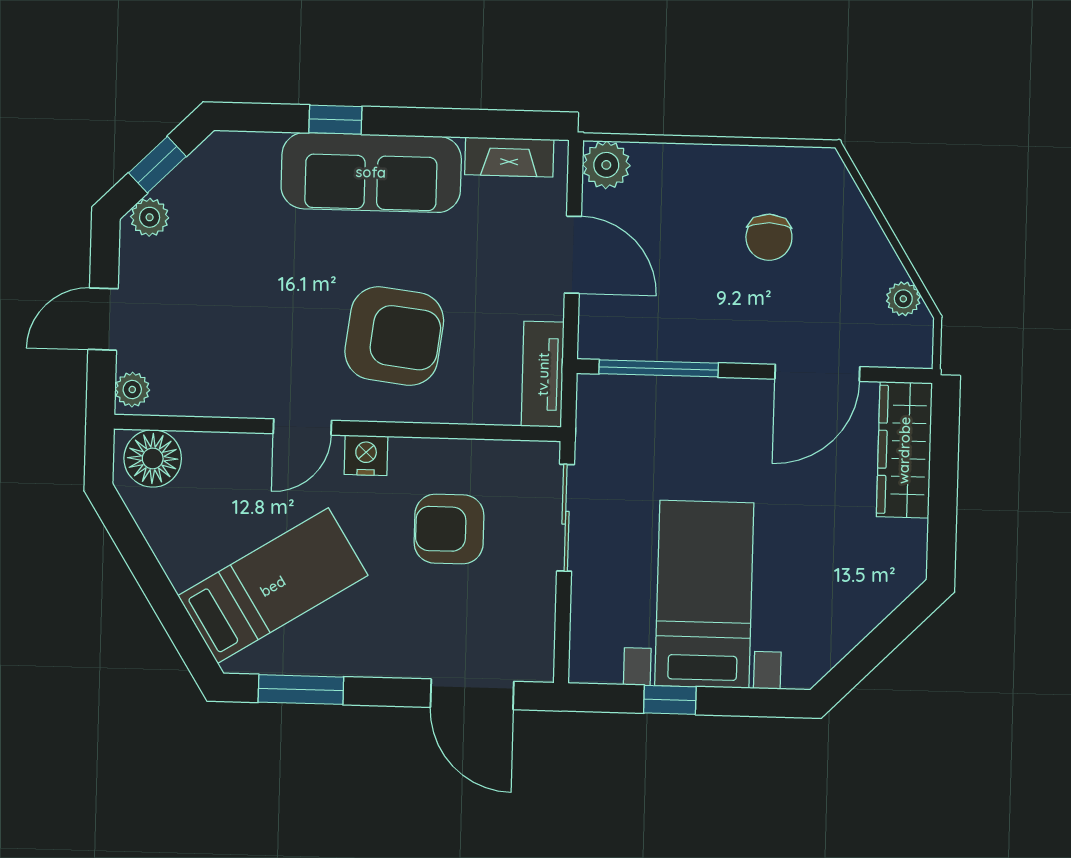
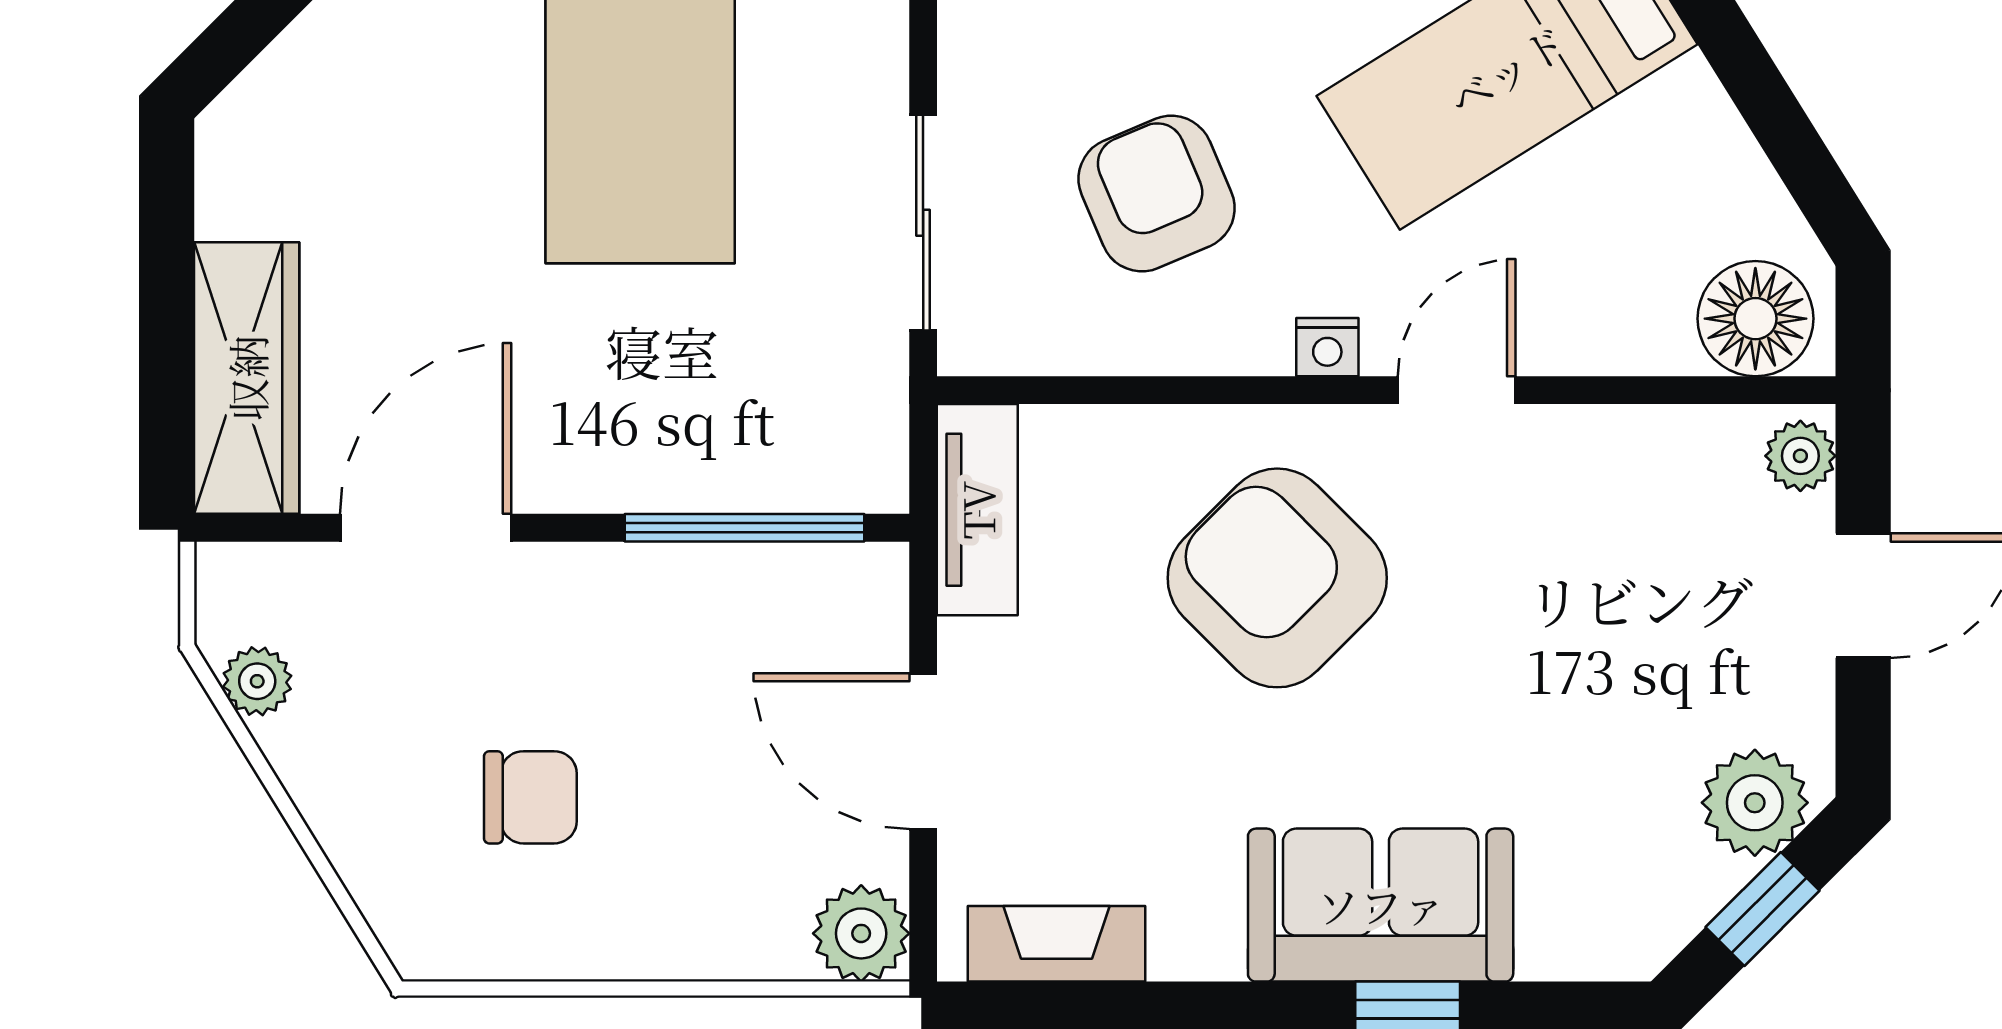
sofa: (371, 172) -> (1381, 905), width x0.73
plant: (150, 217) -> (1755, 803), width x1.38, depth x1.38
chair: (769, 237) -> (530, 797), turned 90
armchair: (394, 336) -> (1277, 578), turned 38
nightstand: (366, 455) -> (1327, 347), width x0.72, depth x0.74
armchair: (449, 529) -> (1157, 194), turned -113

